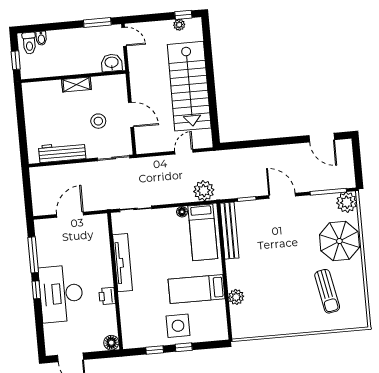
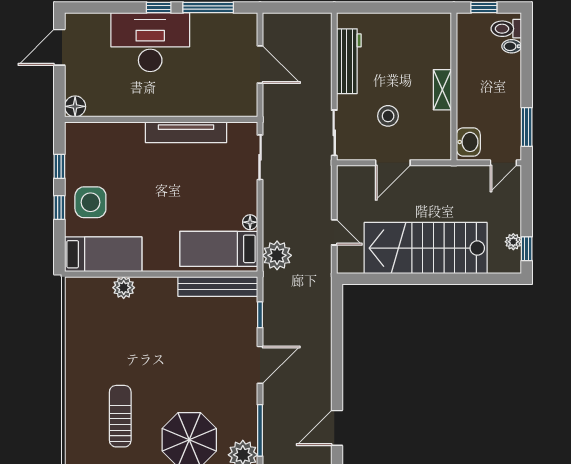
bed: (197, 289) -> (103, 254), moved, turned 90
sun lounger: (327, 291) -> (120, 416), turned 101
printer: (107, 296) -> (141, 106), removed

